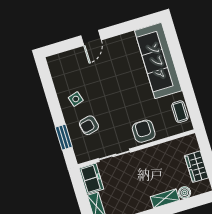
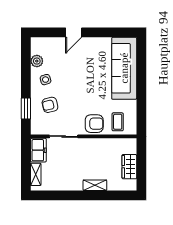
plant: (60, 82) -> (37, 61), added
coffee table: (180, 112) -> (118, 122), moved
armchair: (144, 131) -> (94, 124), turned 90
boiler: (185, 193) -> (113, 185), removed

